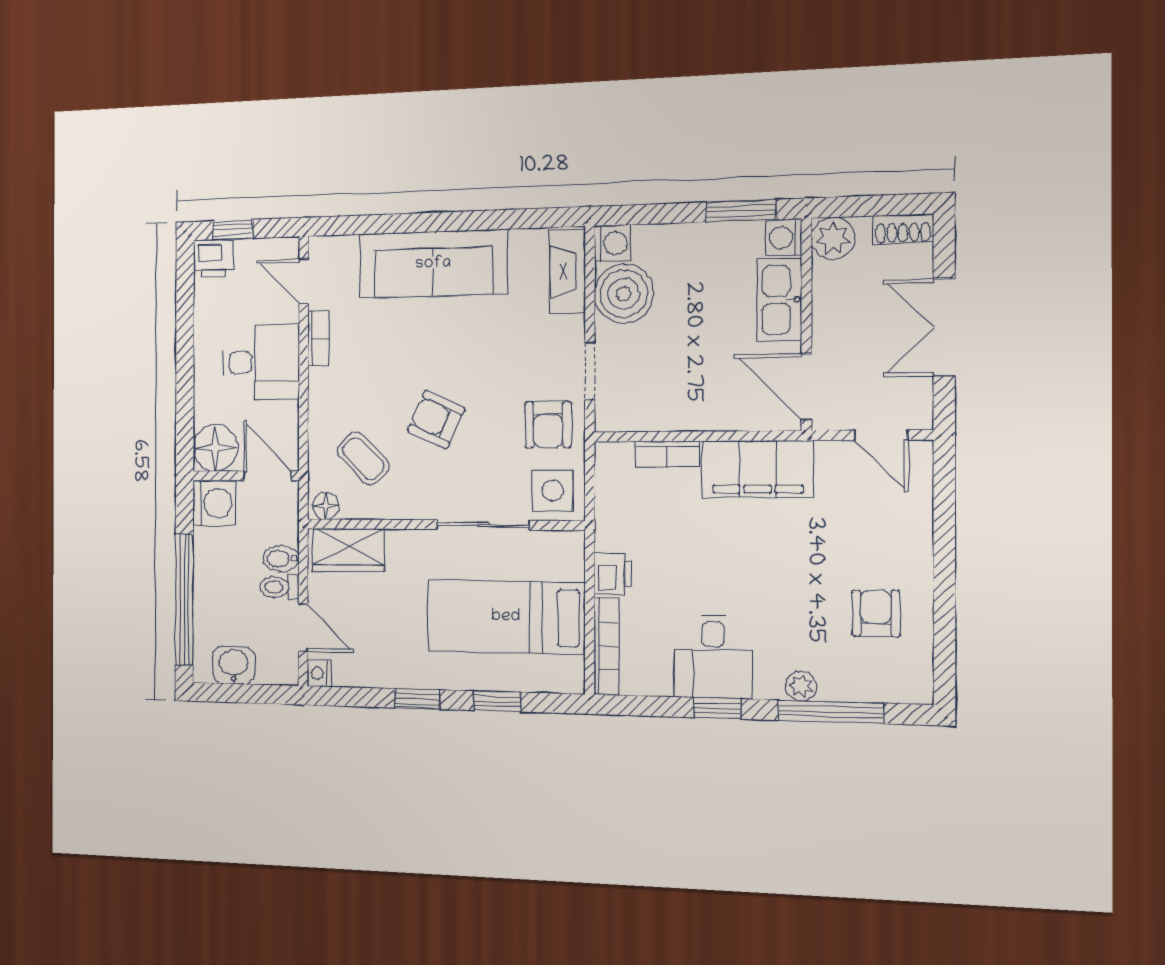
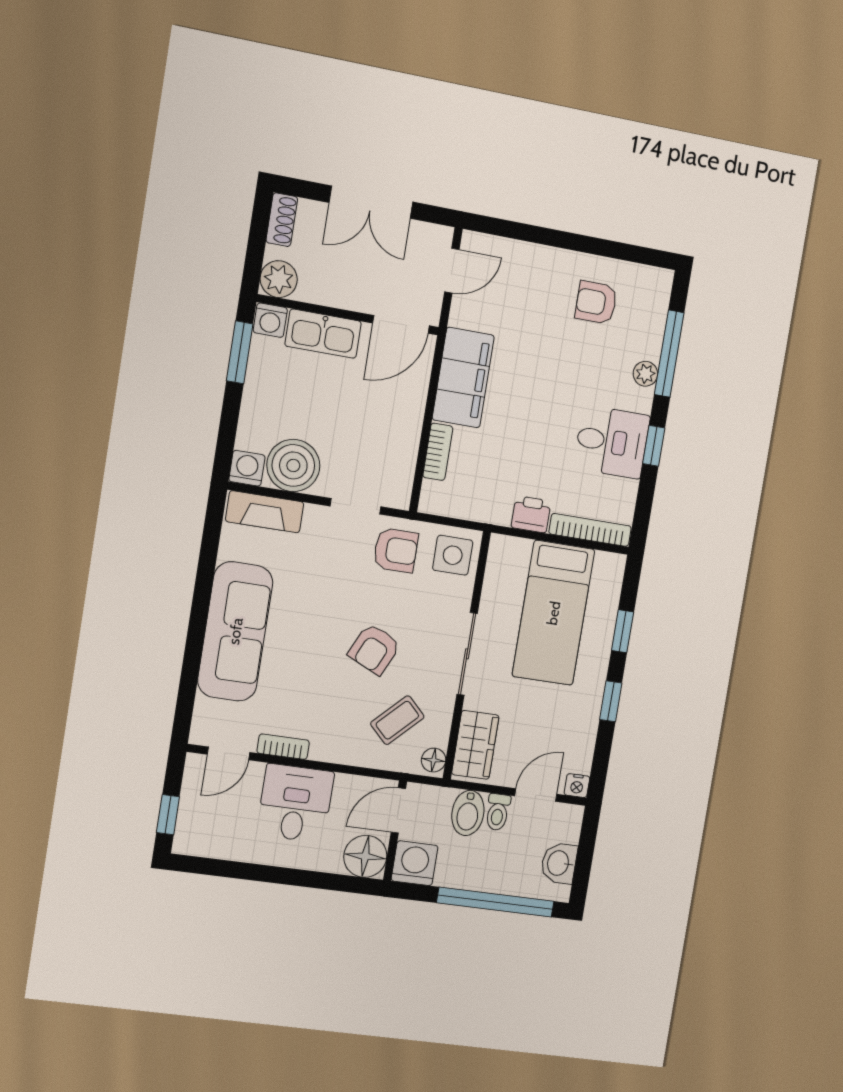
printer: (213, 258) -> (191, 837), removed
sliding door: (483, 525) -> (467, 654), moved
bidet: (281, 559) -> (468, 813), width x1.38, depth x1.36

